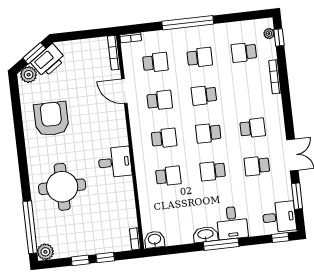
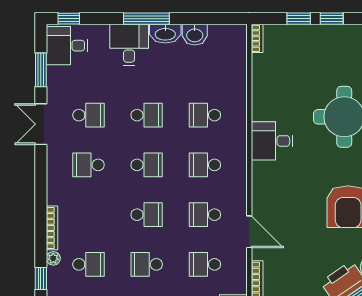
plant: (269, 34) -> (53, 258), moved
washbasin: (155, 240) -> (195, 35), moved

